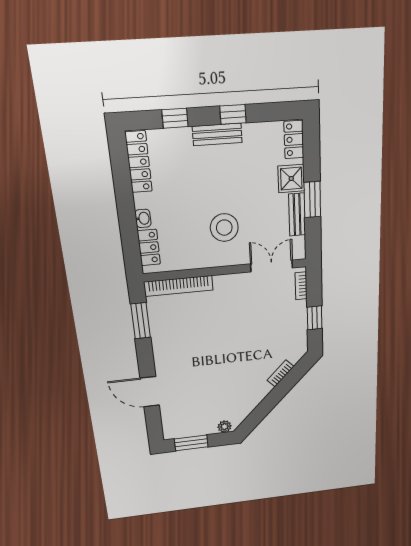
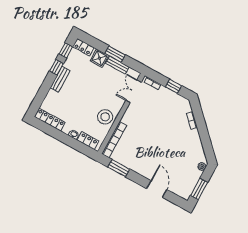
window: (175, 118) -> (66, 50), moved
stool: (224, 228) -> (105, 117), moved
door: (150, 392) -> (157, 189), swing flipped

